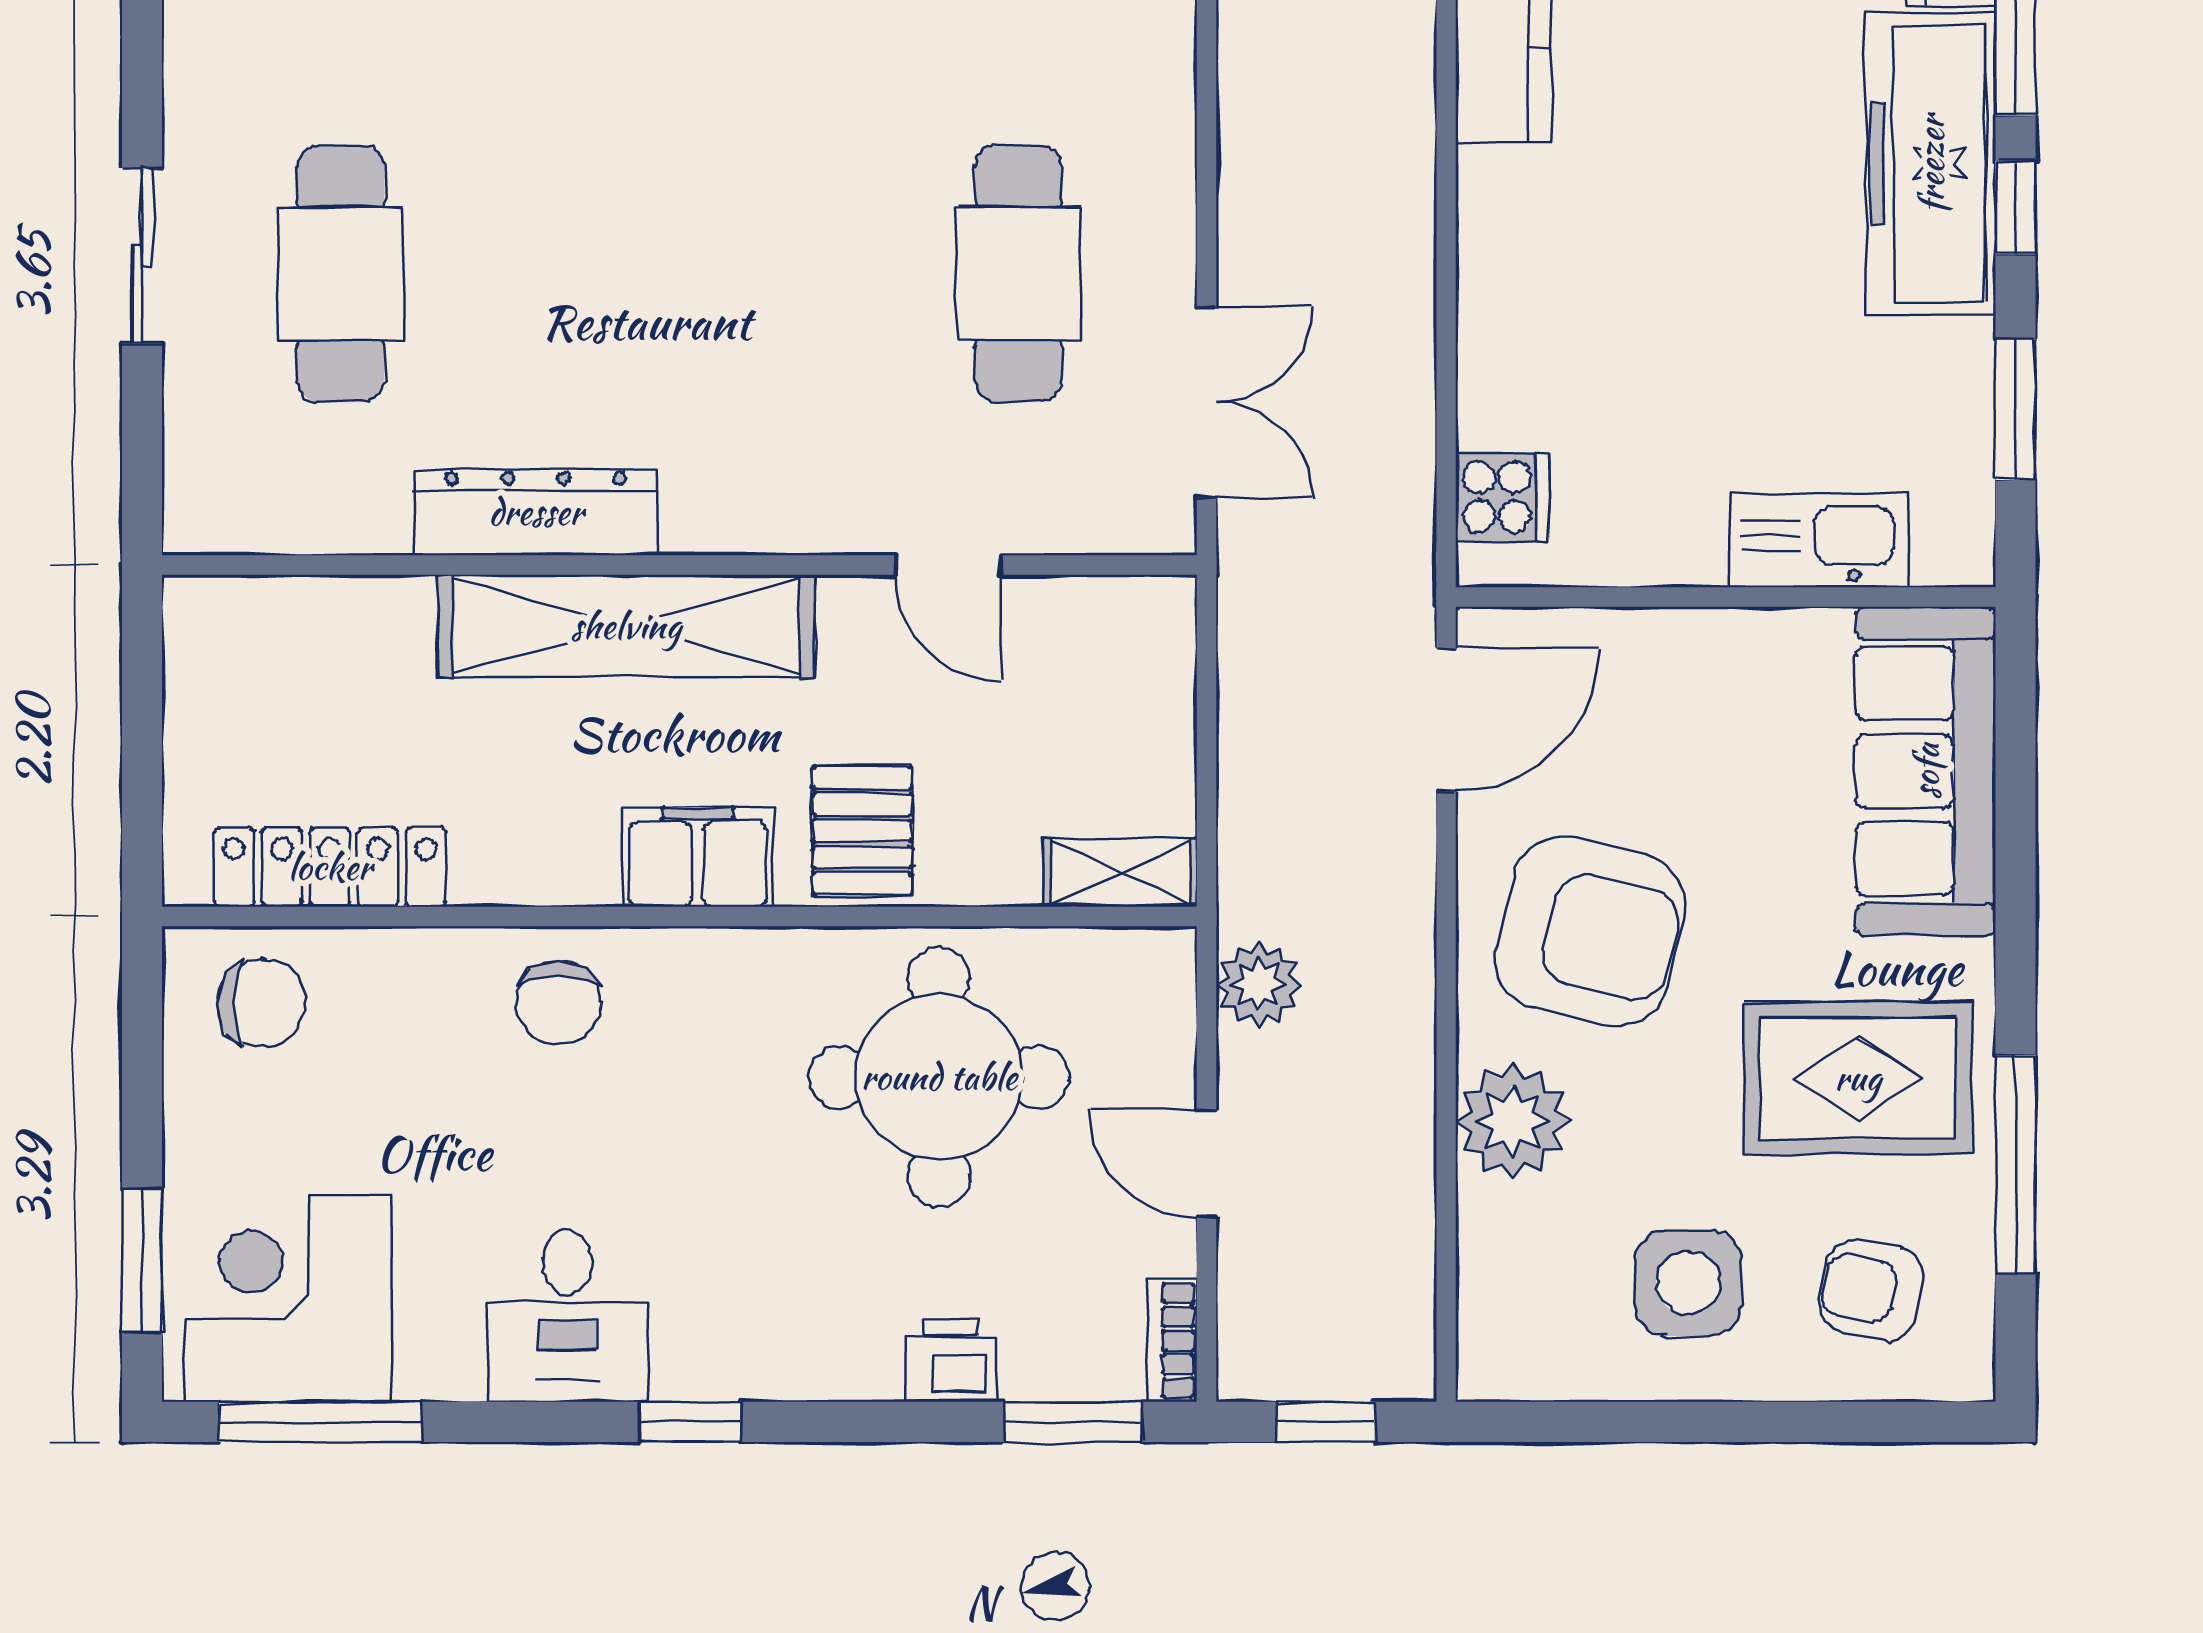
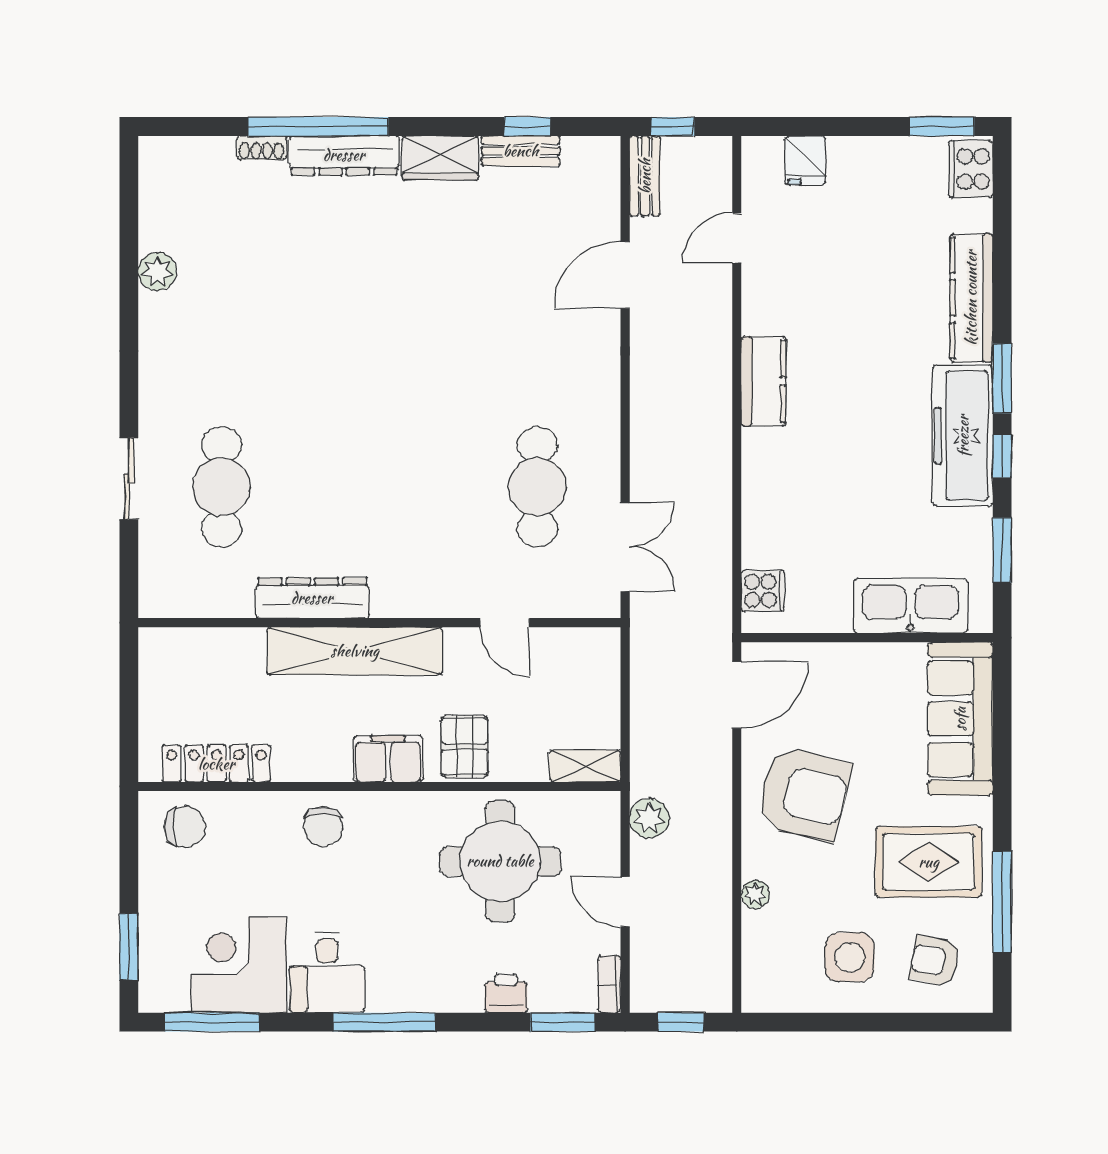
kitchen sink: (1819, 540) -> (910, 606), width x1.36, depth x1.24
plant: (1513, 1121) -> (755, 894), width x0.53, depth x0.53
corner desk: (288, 1299) -> (239, 965), moved
window: (690, 1422) -> (384, 1022), width x2.17

